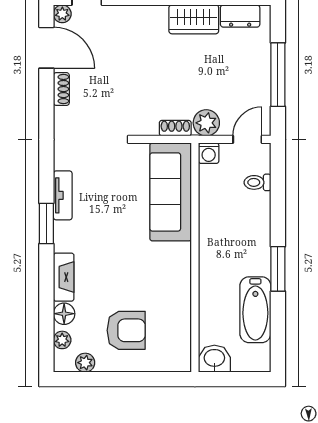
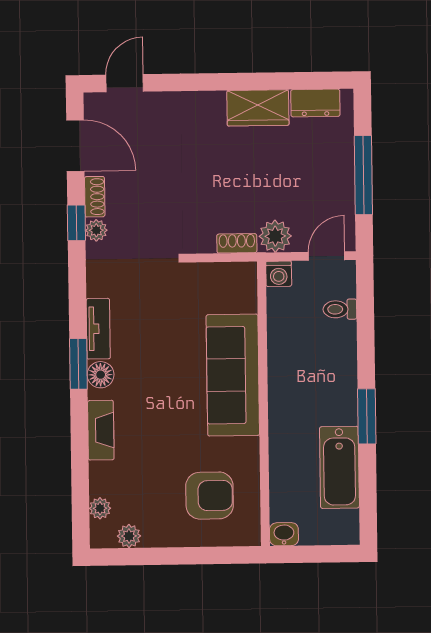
plant: (62, 14) -> (96, 230), moved
window: (46, 110) -> (76, 223), added
sofa: (171, 192) -> (233, 375), moved
floor lamp: (64, 314) -> (101, 375), moved
armchair: (126, 330) -> (210, 496), moved
washbasin: (214, 359) -> (284, 534), width x0.72, depth x0.69

